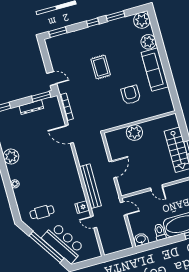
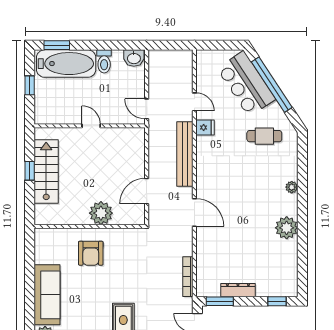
armchair: (131, 95) -> (91, 253), moved
door: (69, 134) -> (194, 212), moved
door: (113, 169) -> (147, 191), moved

